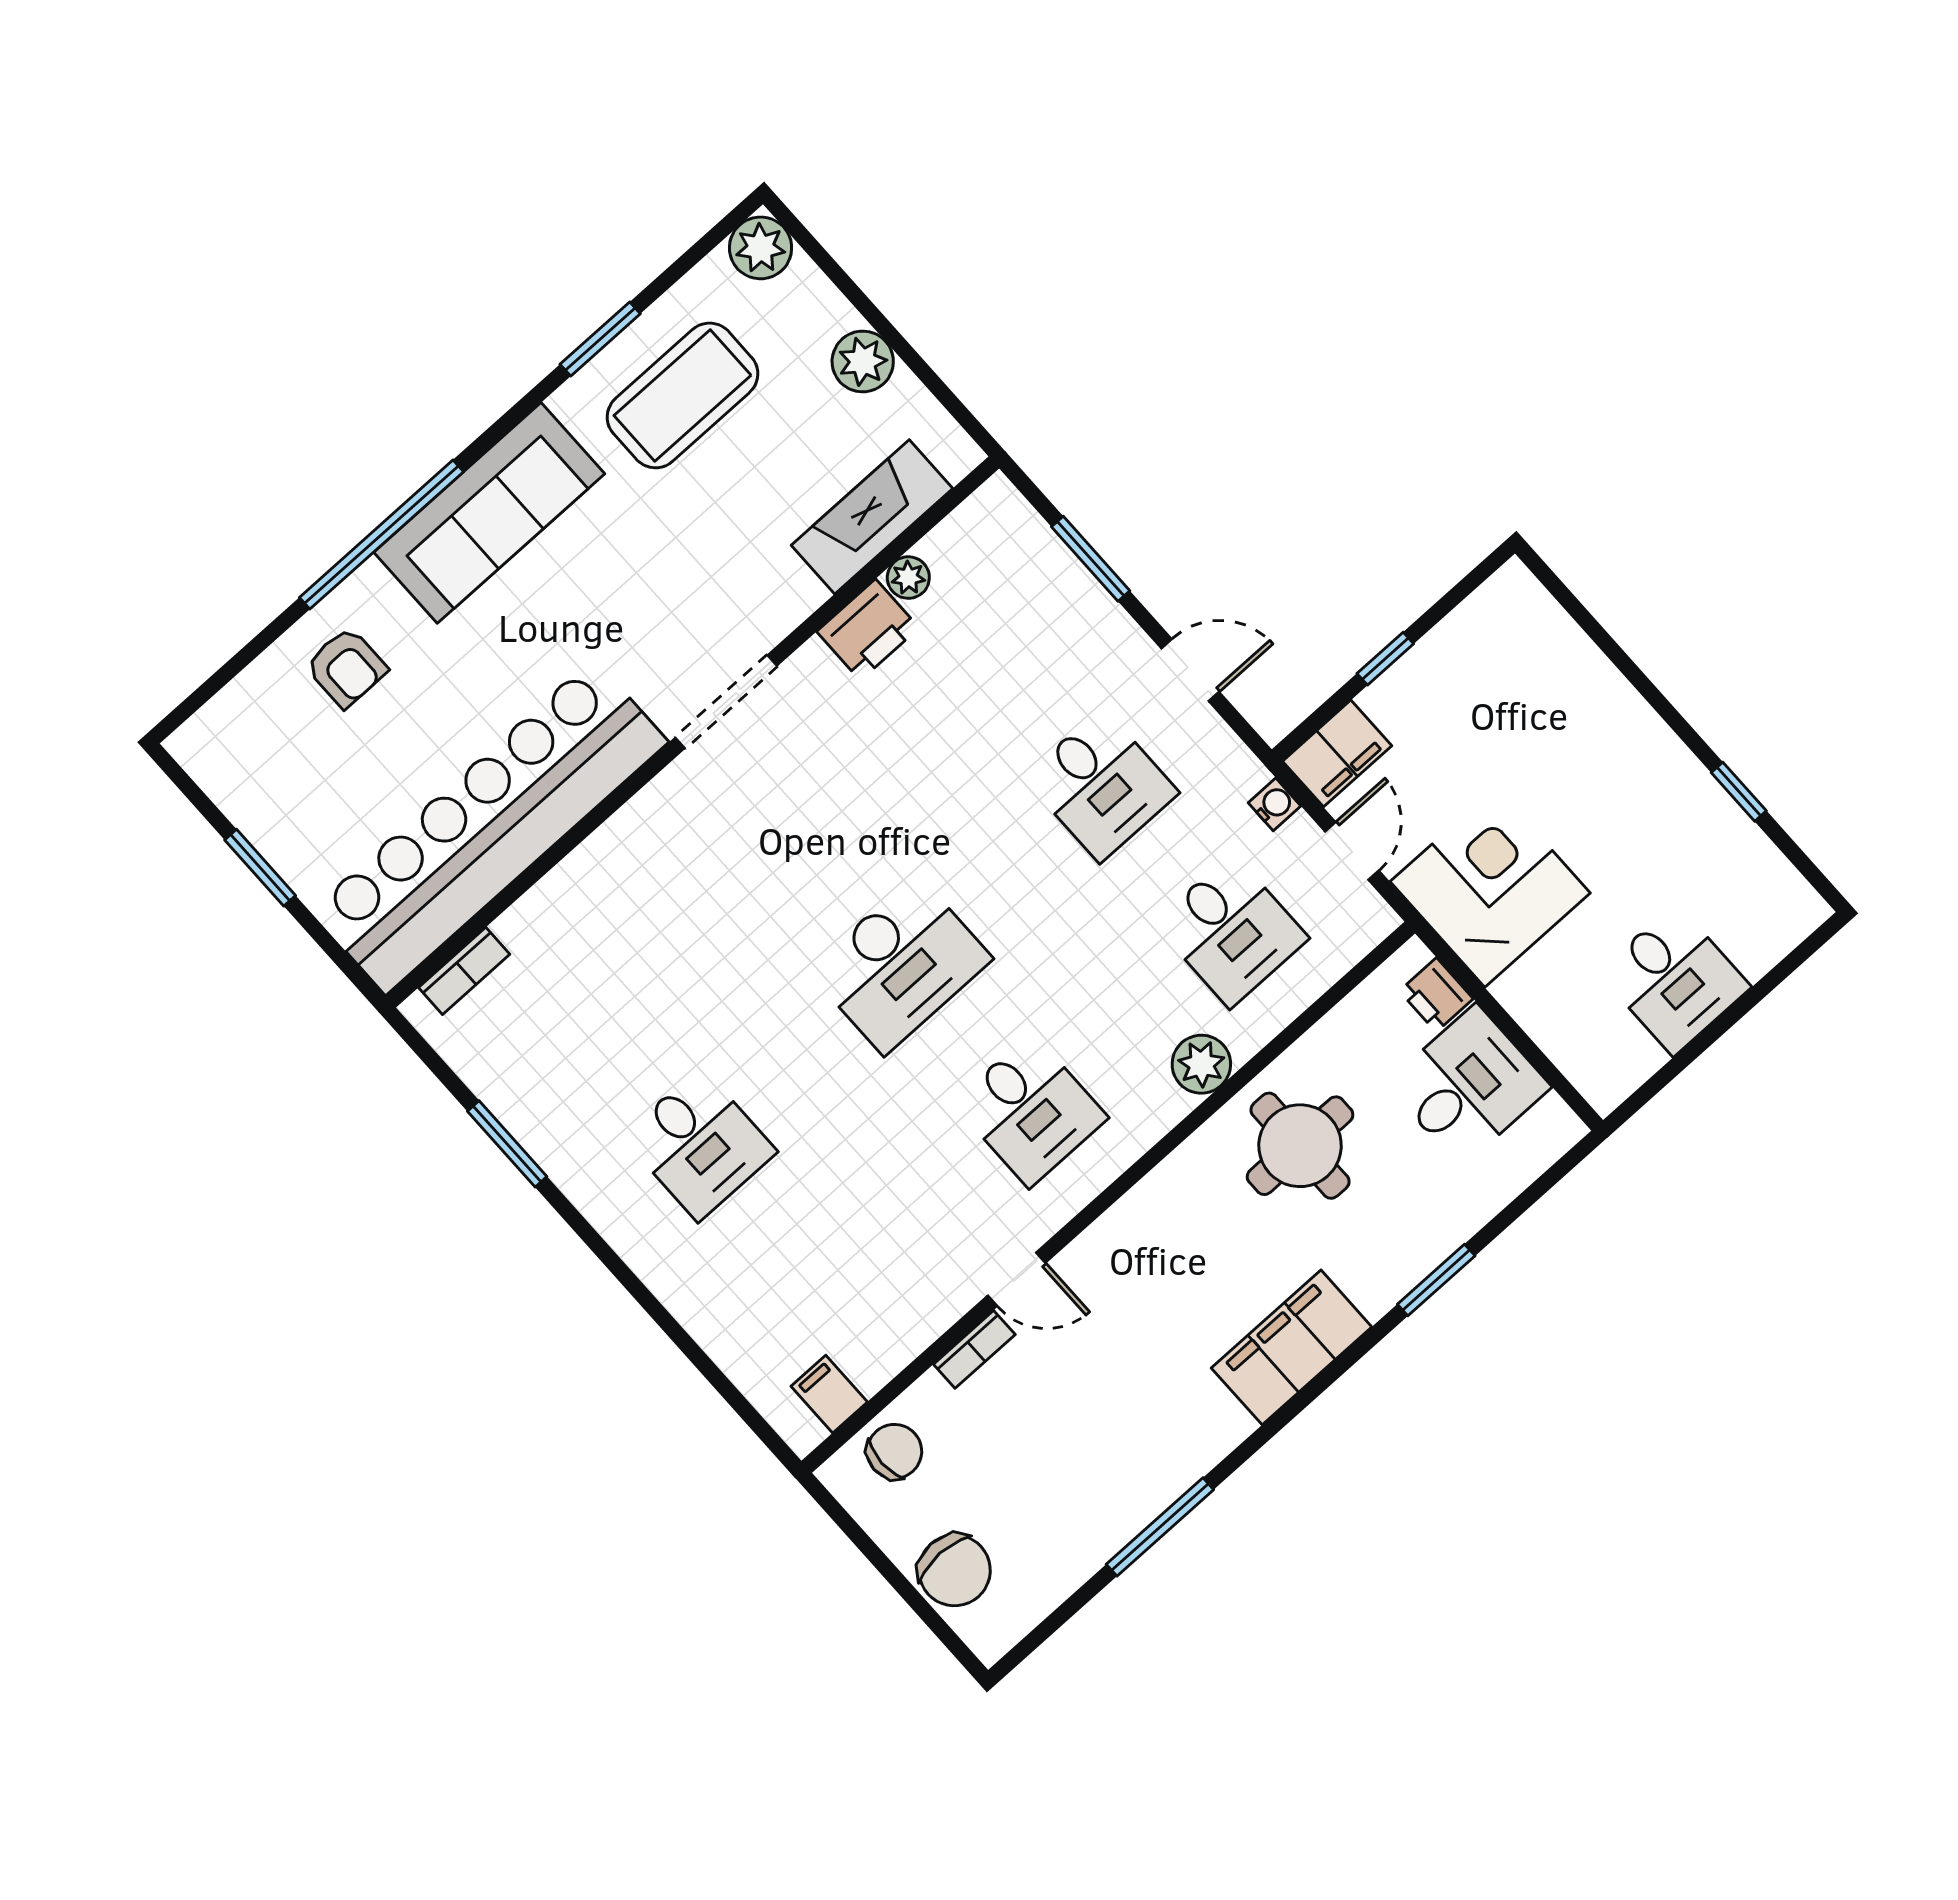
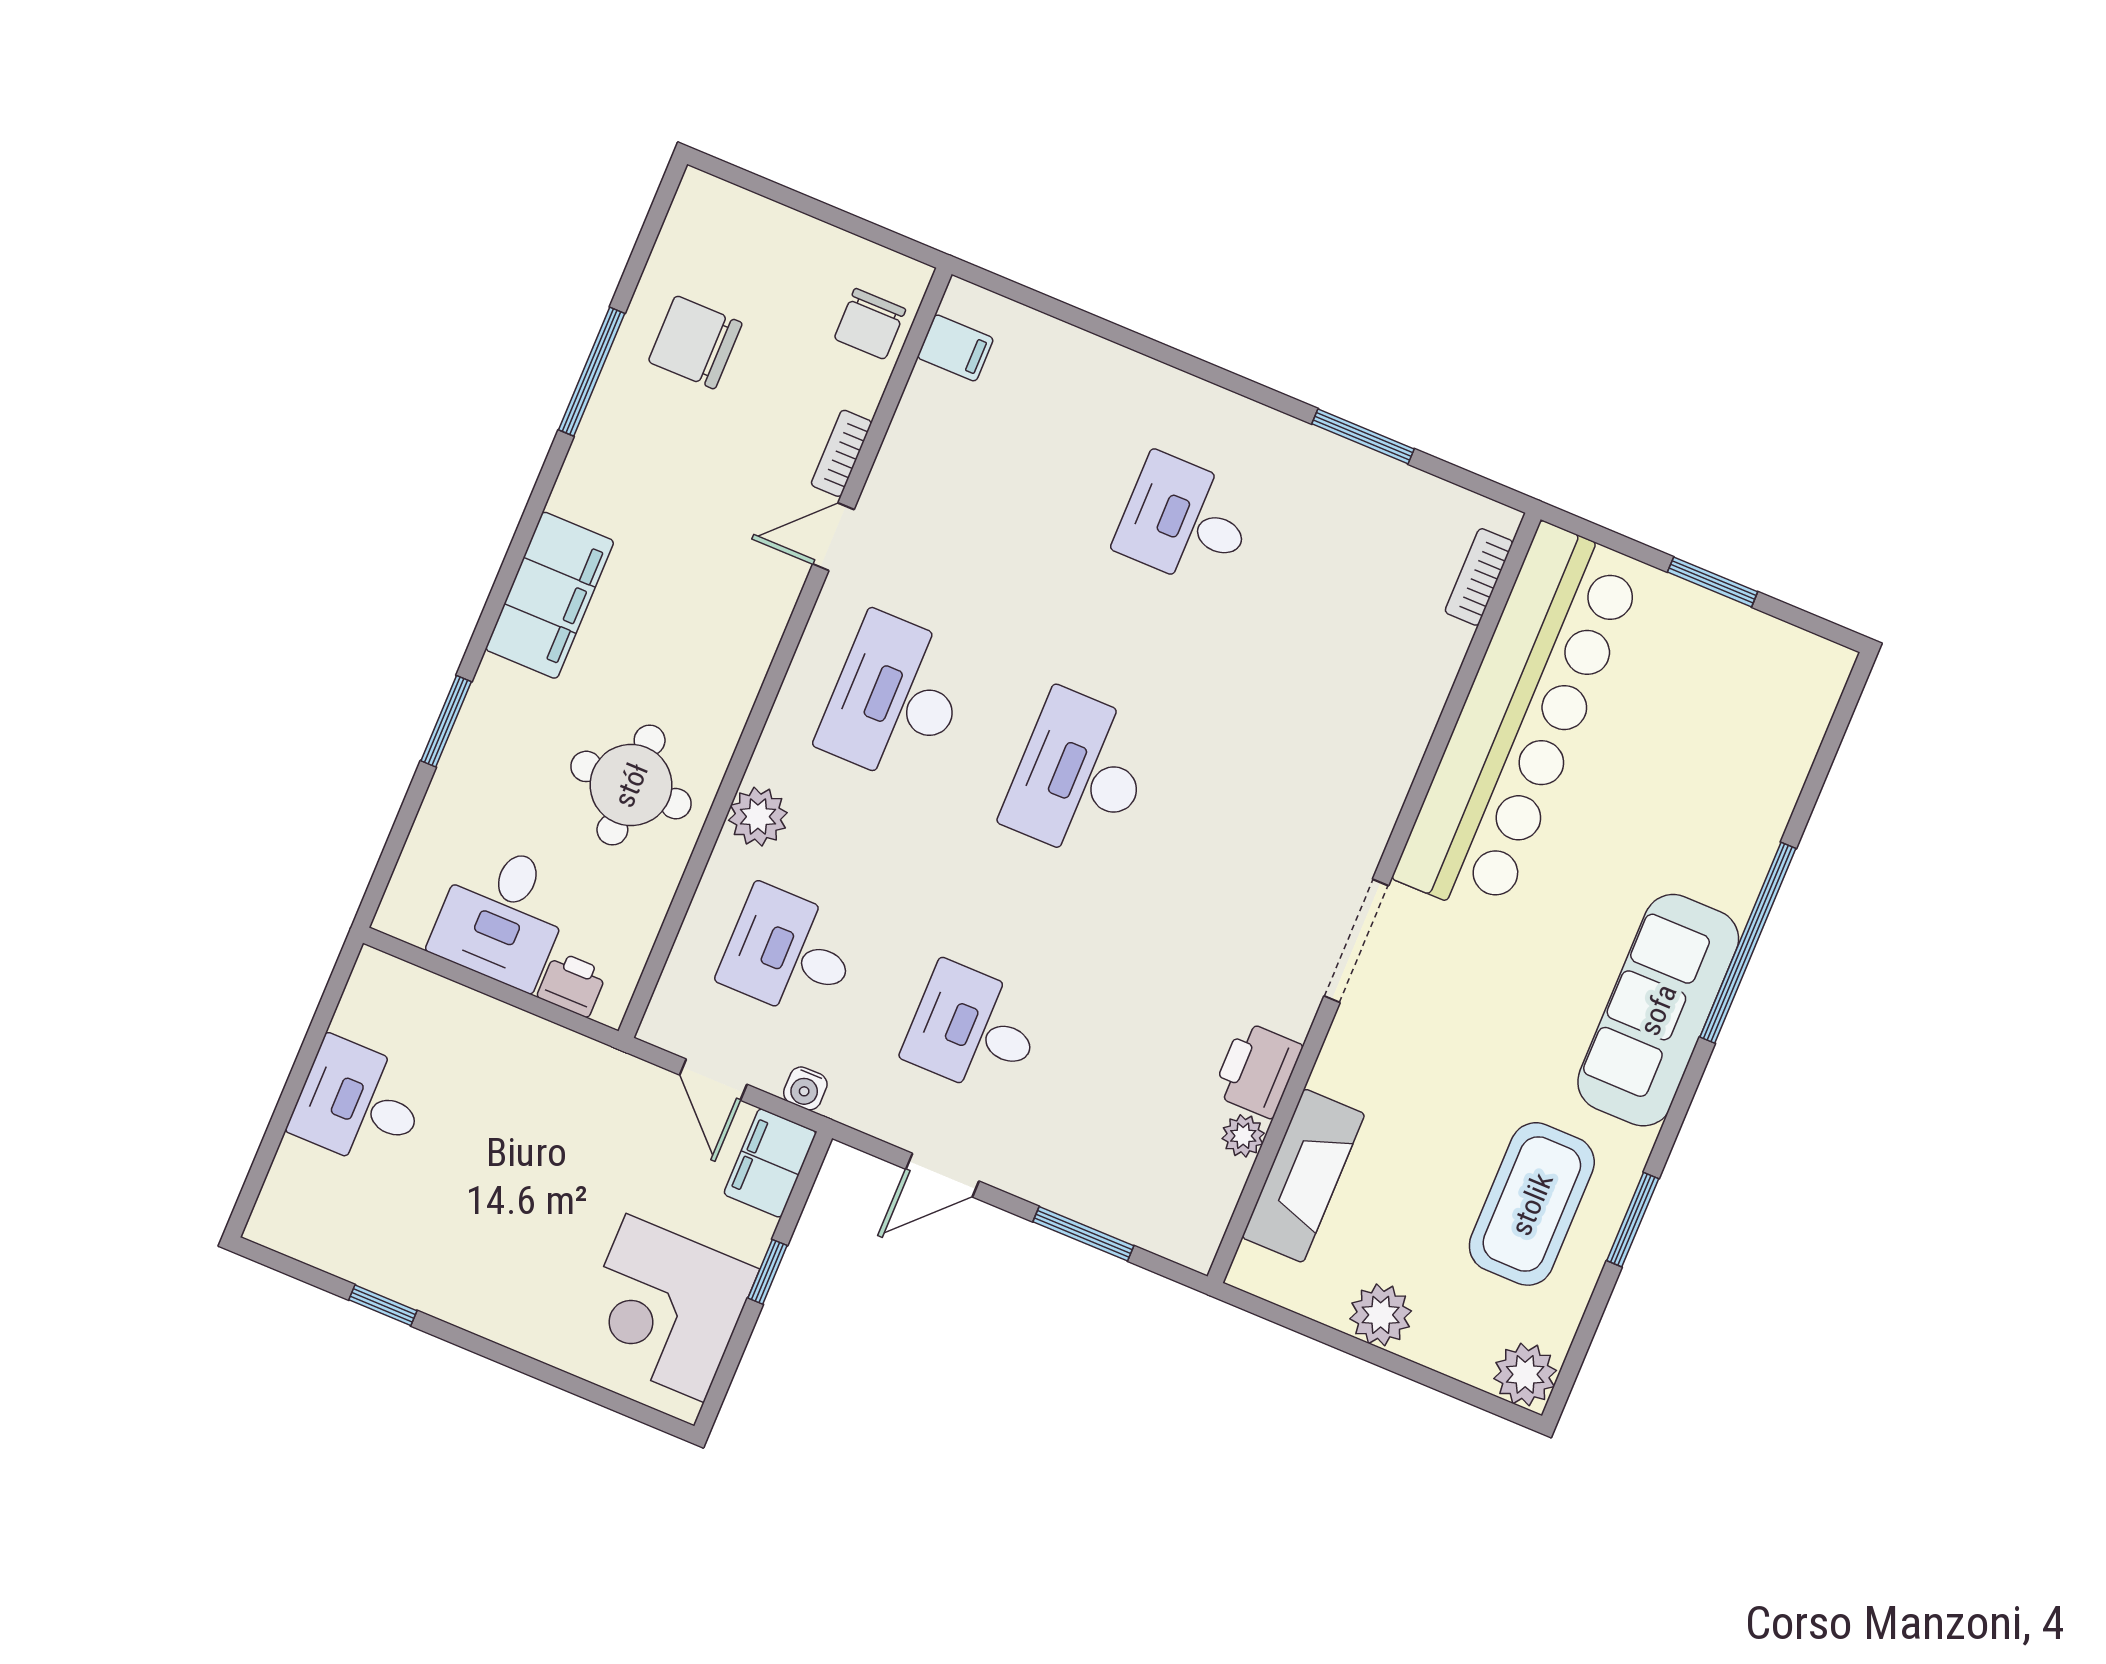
armchair: (346, 667) -> (1722, 805), removed
corner desk: (1490, 887) -> (665, 1308), moved, turned 90
desk: (1030, 1110) -> (895, 699), width x1.37
chair: (955, 1570) -> (695, 342), moved

